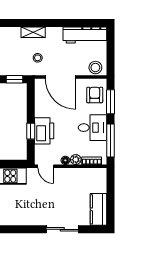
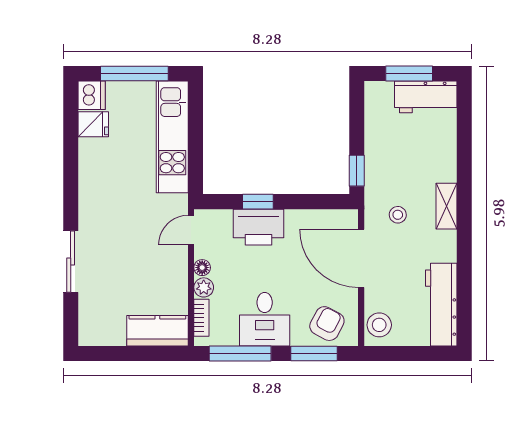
door: (61, 77) -> (361, 258), hinge flipped
armchair: (95, 95) -> (327, 324), turned -62
kitchen counter: (98, 209) -> (157, 331), moved

